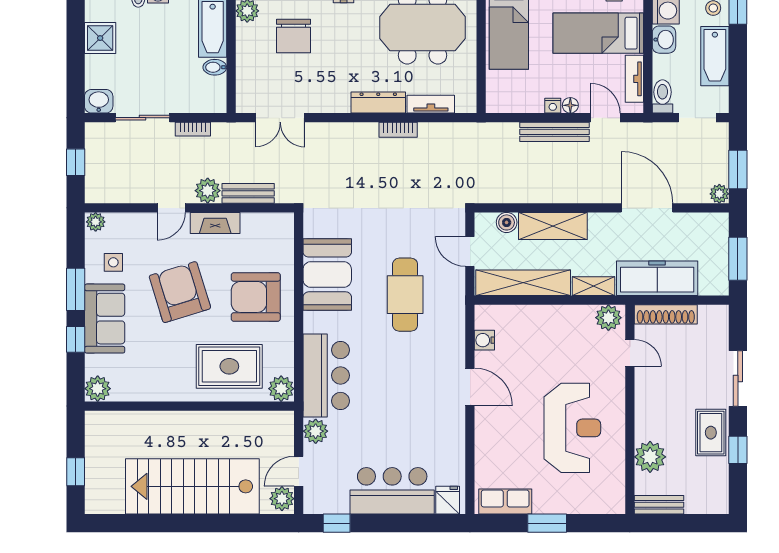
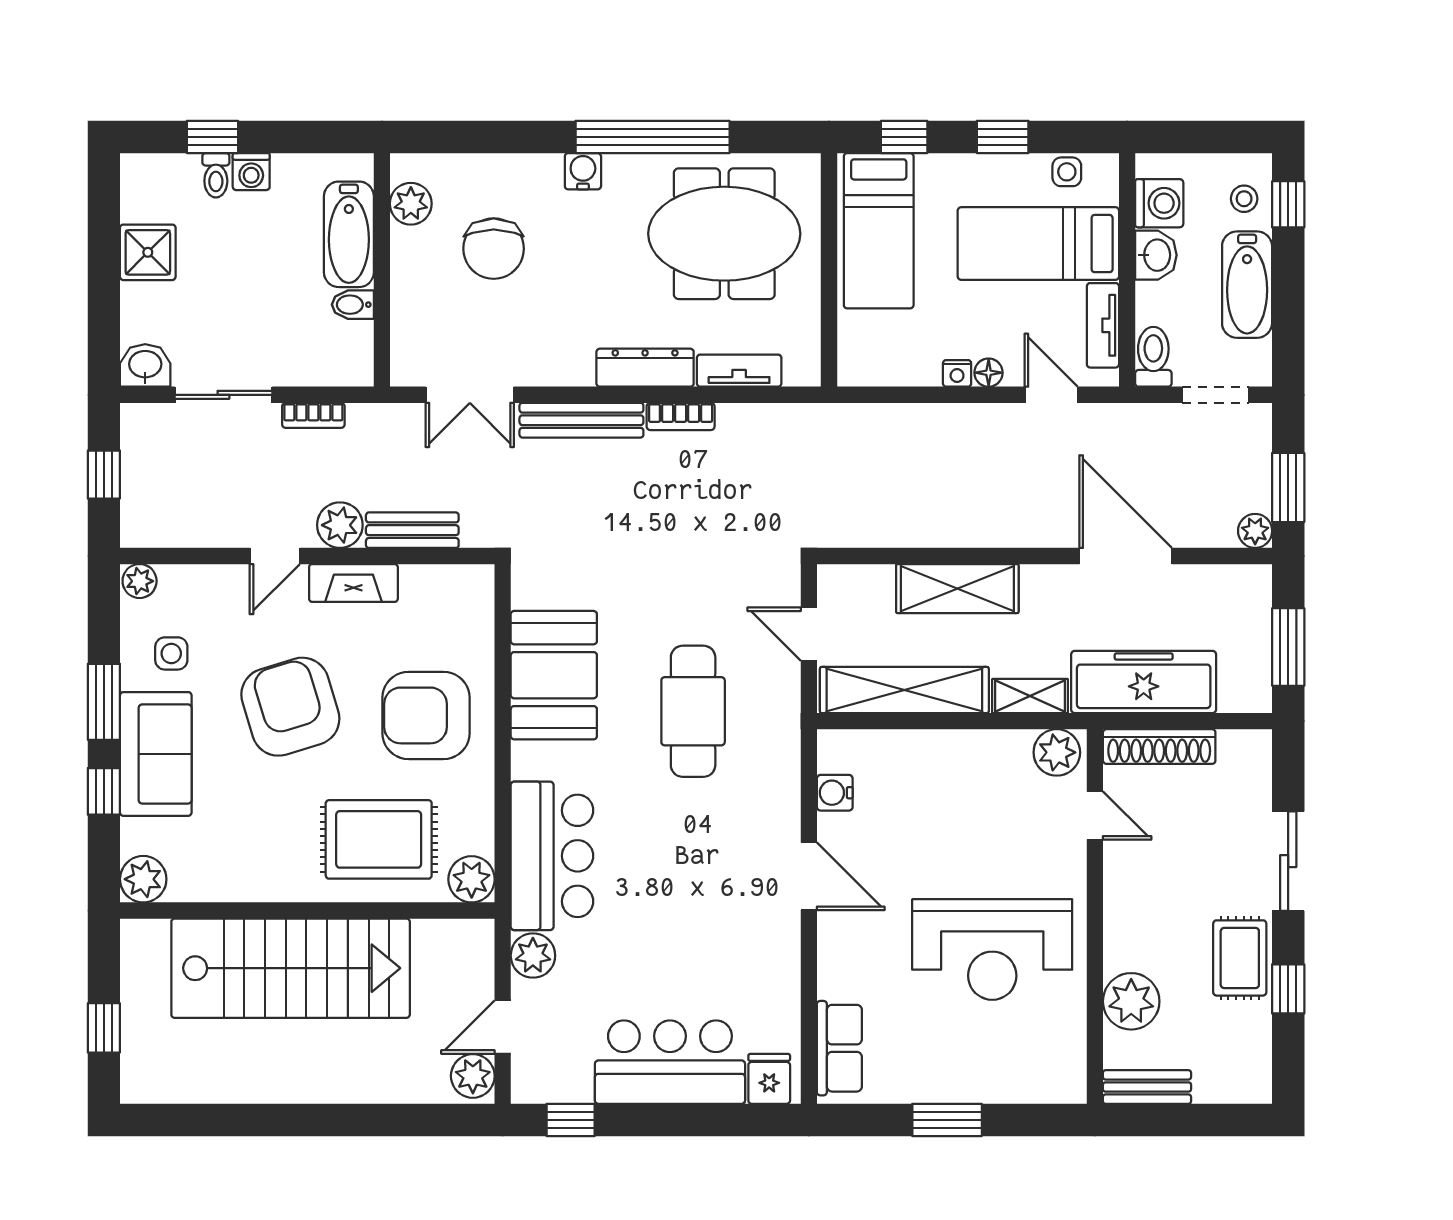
bench: (554, 132) -> (581, 420), moved
boiler: (507, 222) -> (875, 582), removed
reception desk: (572, 428) -> (992, 950), turned 90
stairs: (192, 486) -> (291, 968), moved, turned 180
row of seats: (505, 502) -> (839, 1048), moved, turned 90

